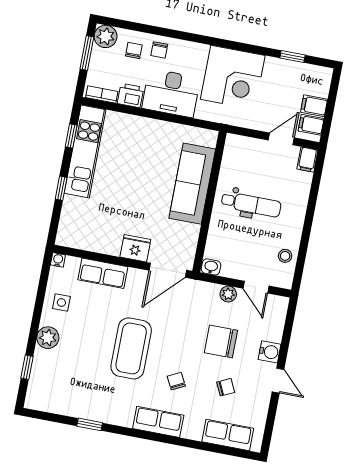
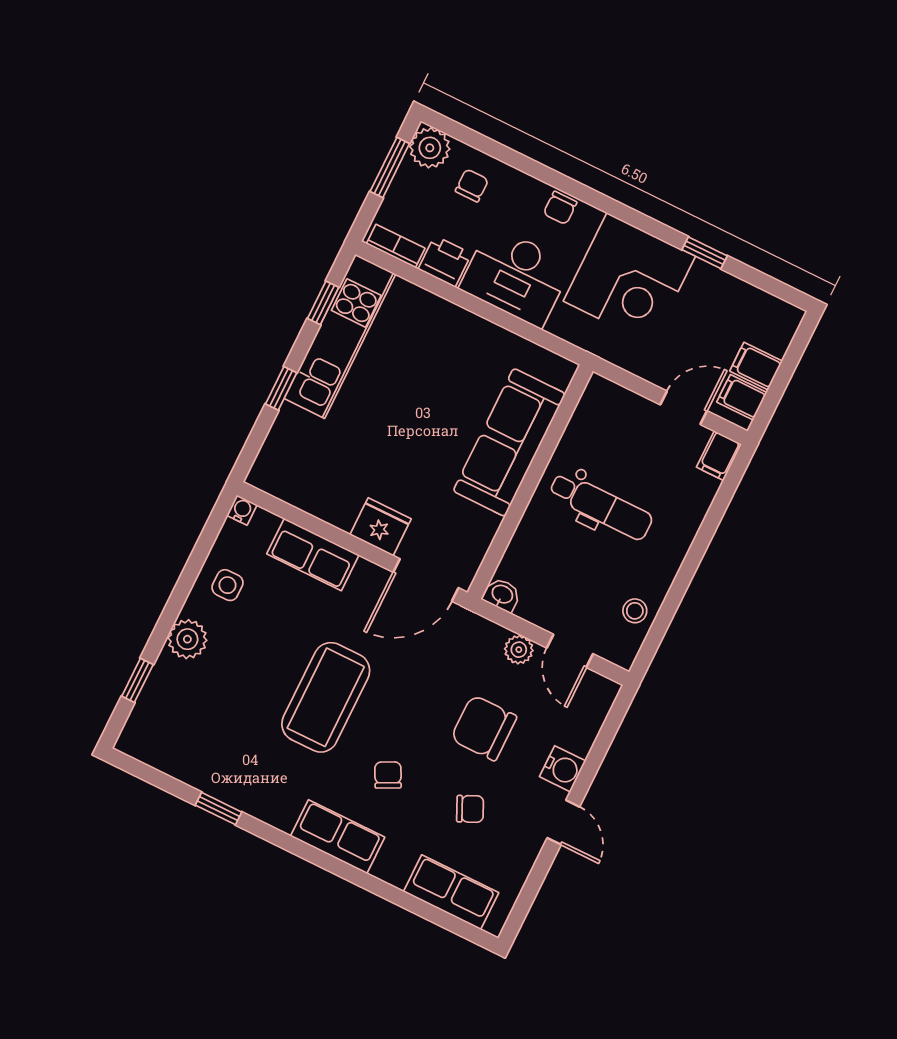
chair: (159, 50) -> (560, 208), moved
window: (292, 57) -> (705, 253), moved

